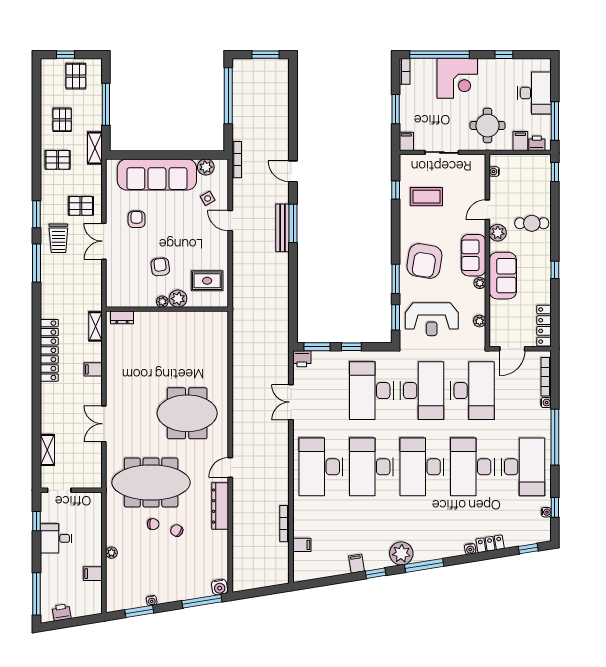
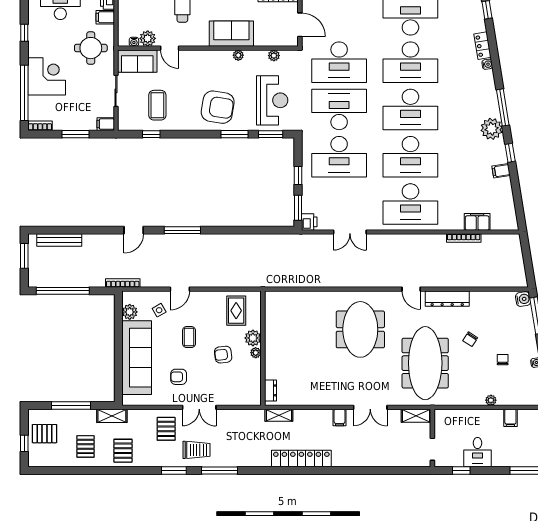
pallet: (62, 120) -> (85, 446), turned 90
bench: (283, 228) -> (59, 240), moved
coffee table: (179, 230) -> (189, 337), added
plant: (498, 233) -> (148, 38), moved
sofa: (473, 255) -> (137, 61), moved
filing cabinet: (93, 369) -> (340, 417), moved
desk: (472, 391) -> (339, 62), turned 180
shelving: (47, 450) -> (416, 416), moved
chair: (153, 524) -> (503, 360), moved
filing cabinet: (302, 545) -> (477, 222), width x2.00

